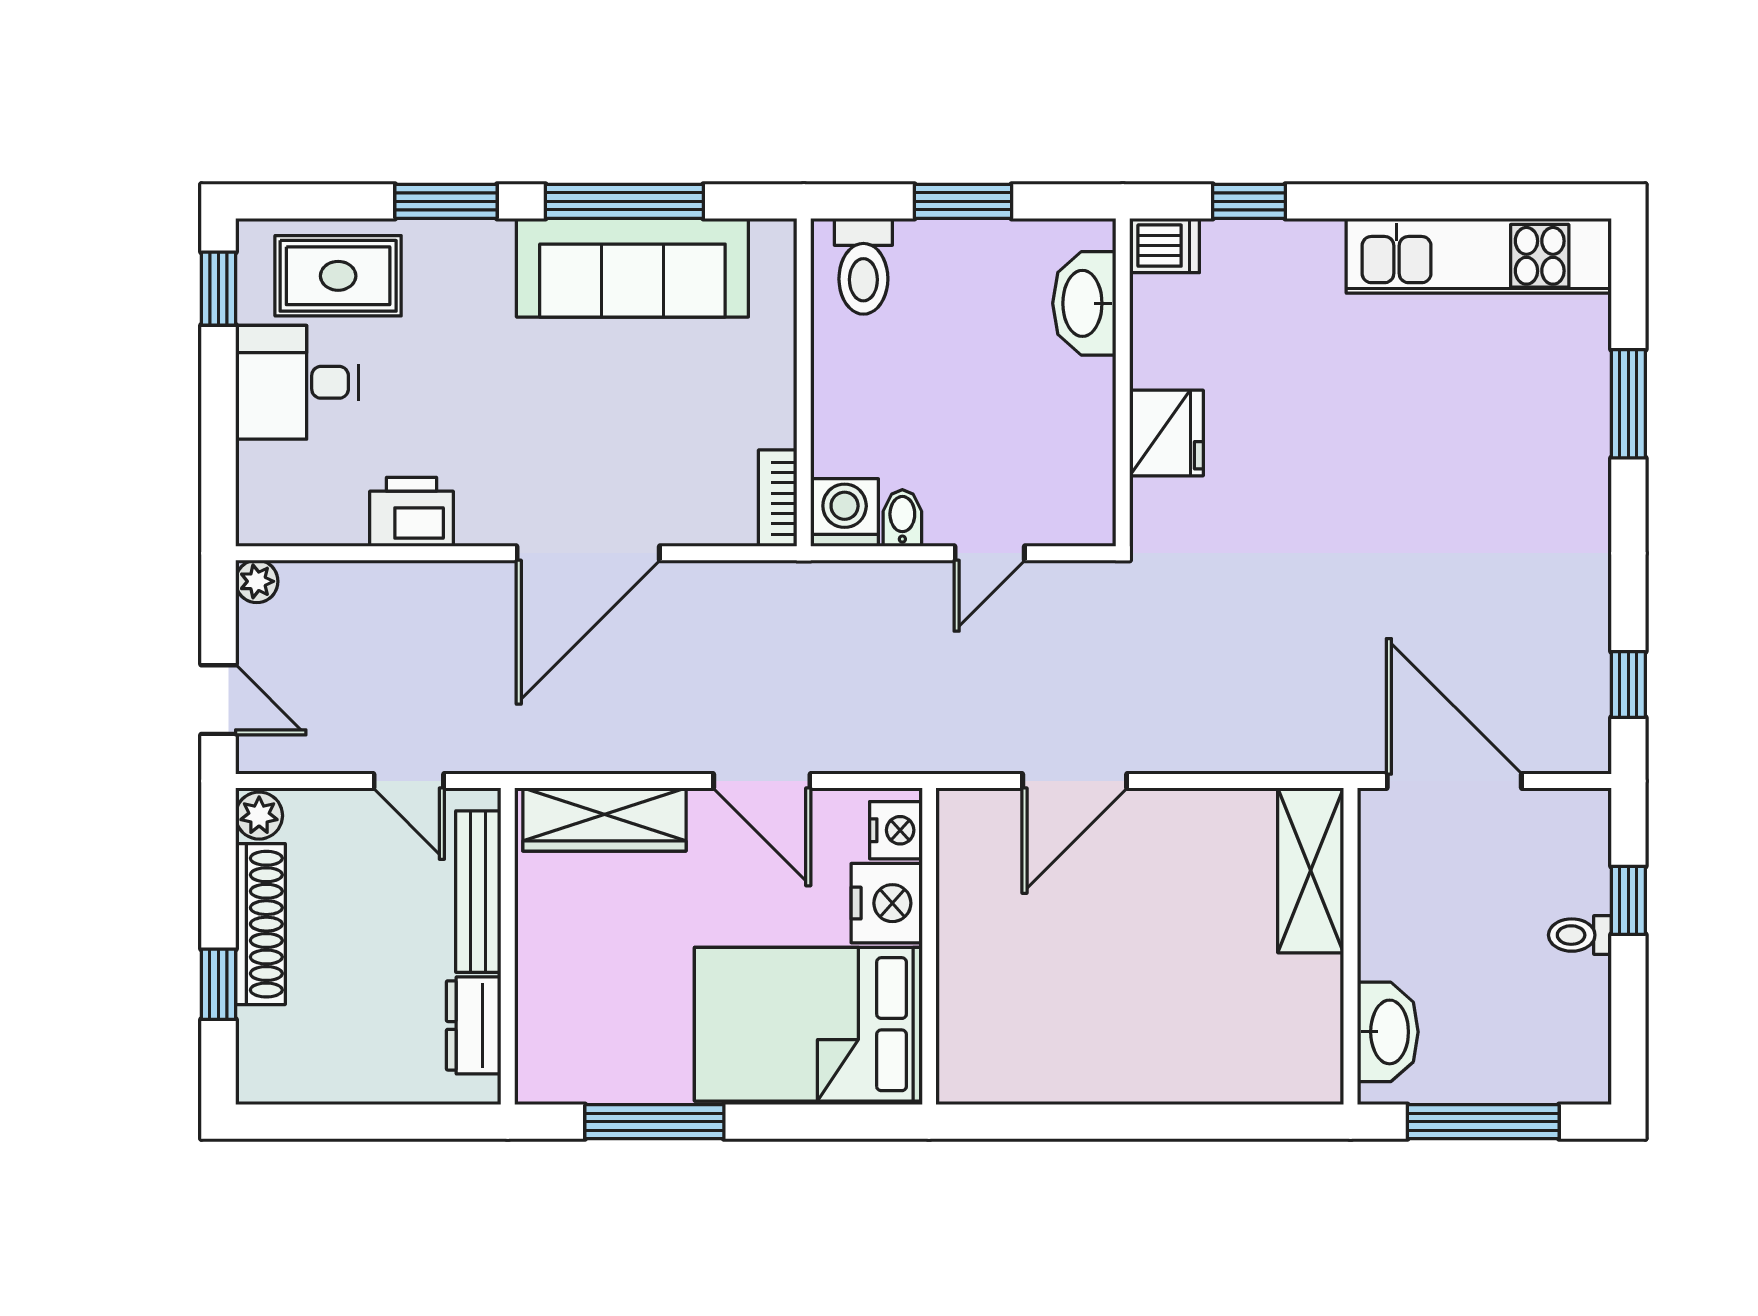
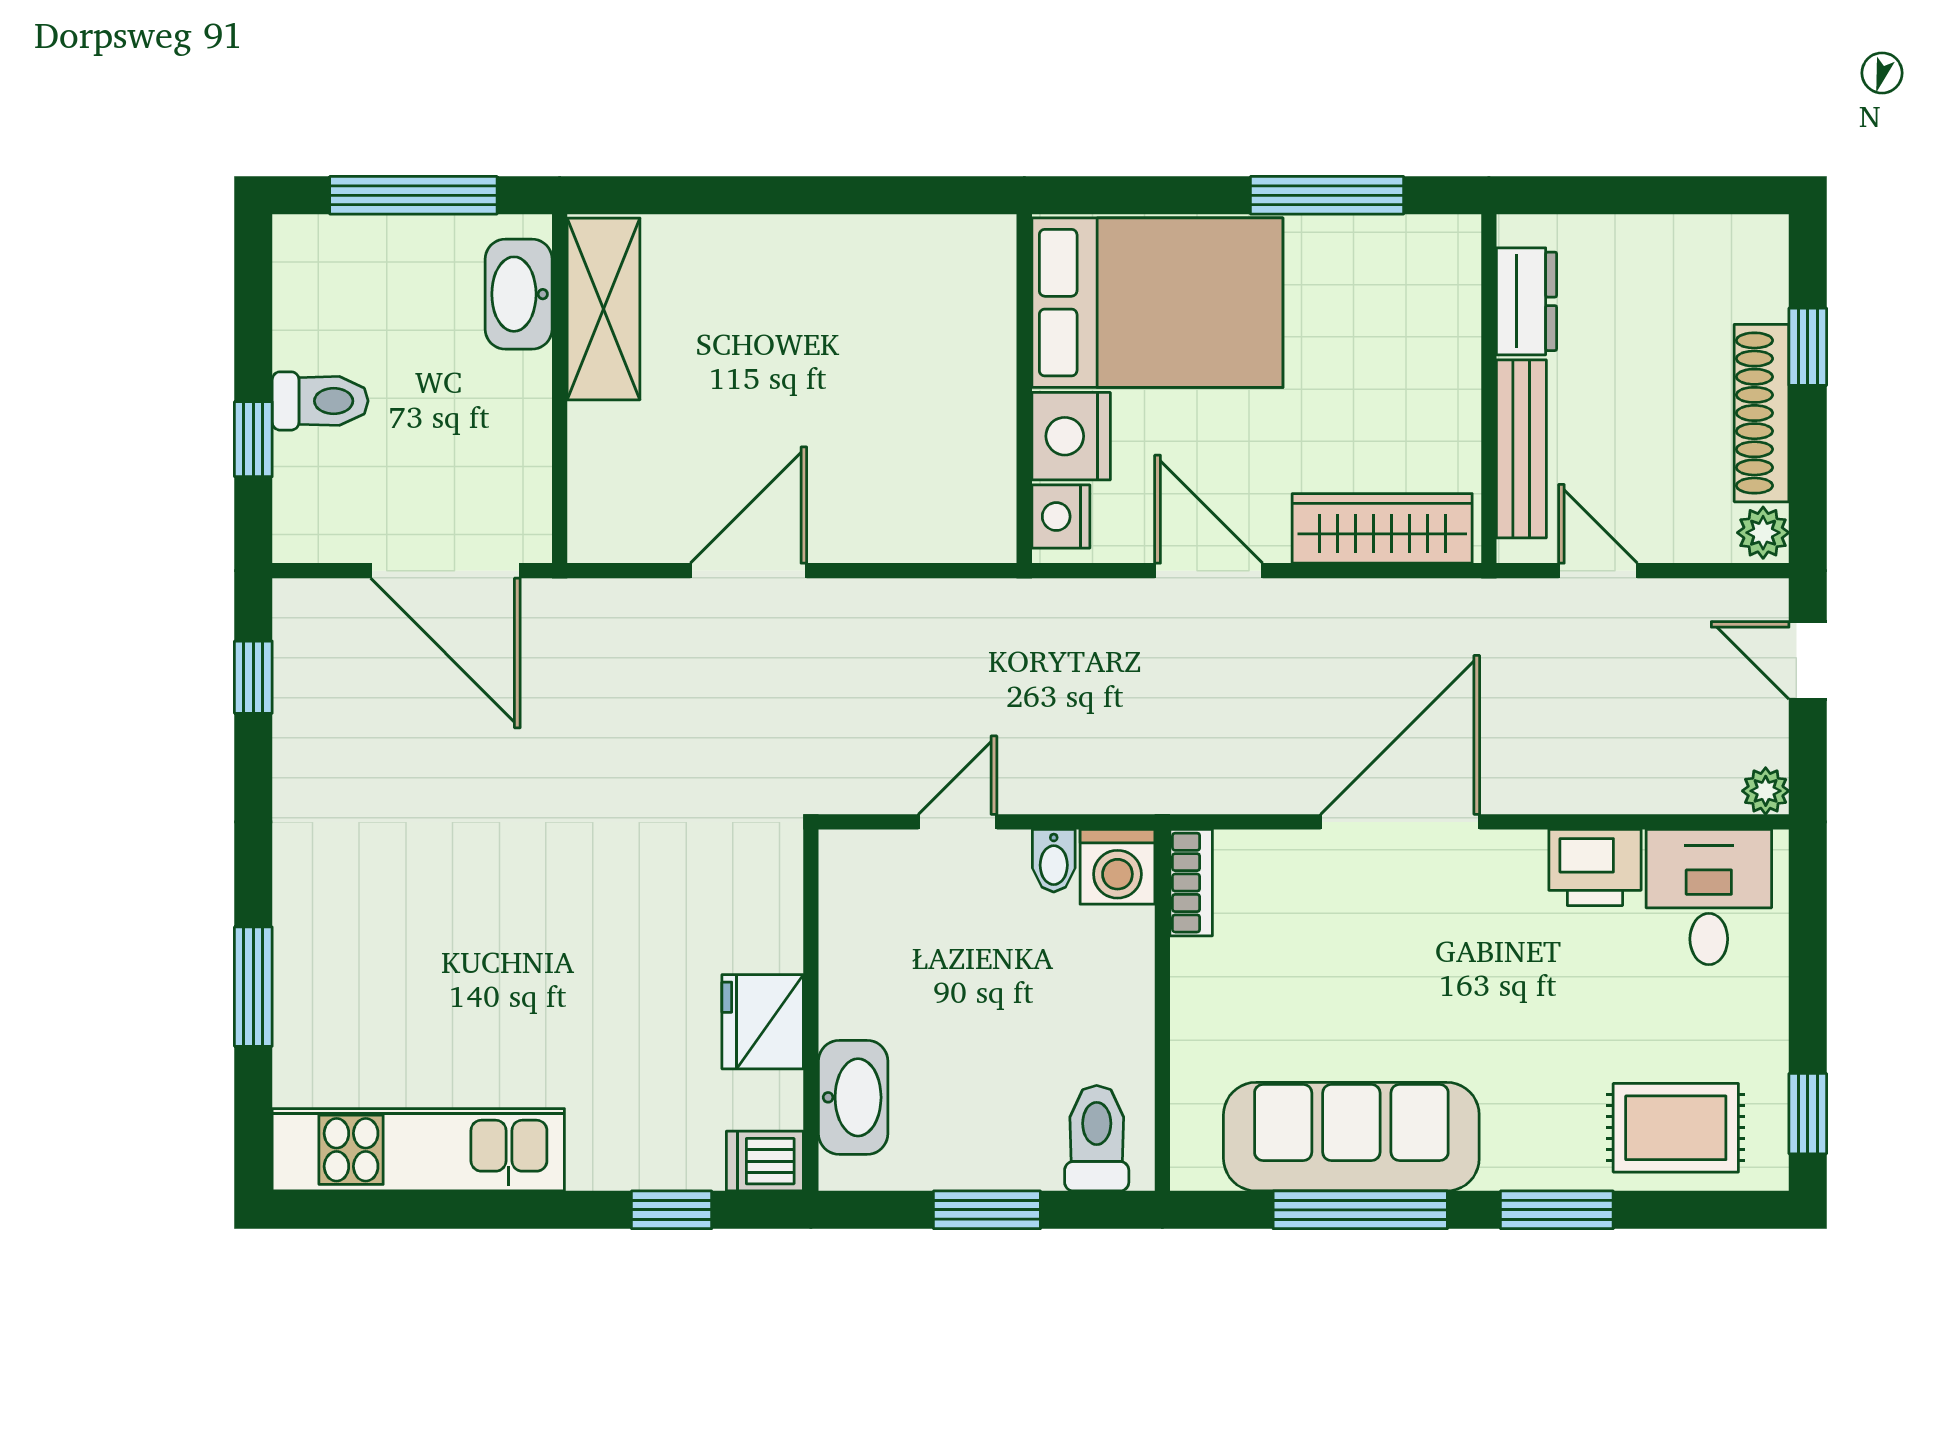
desk: (297, 382) -> (1709, 897), moved, turned -90
fridge: (1166, 433) -> (763, 1022), moved
door: (1075, 781) -> (749, 571), moved
shelving: (1311, 870) -> (604, 309), moved
toilet: (1580, 935) -> (320, 401), width x1.37, depth x1.39

